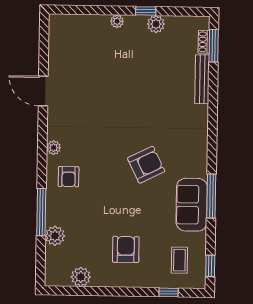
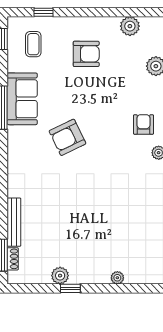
plant: (117, 21) -> (117, 278), moved
armchair: (126, 249) -> (86, 54), turned -90

